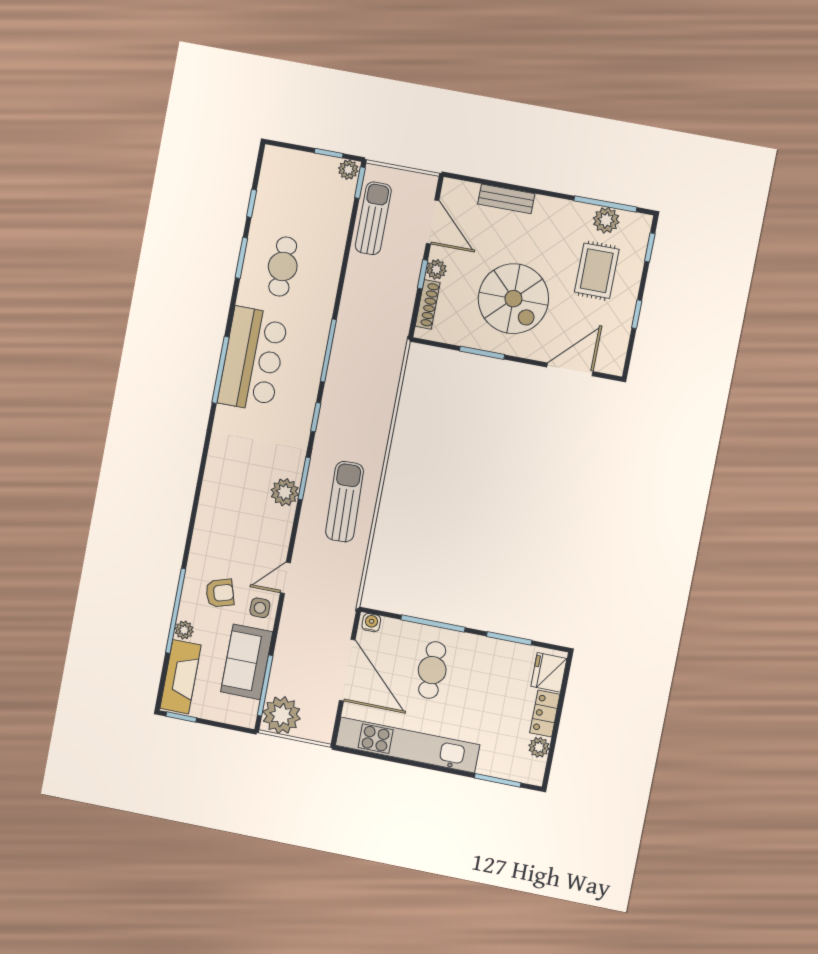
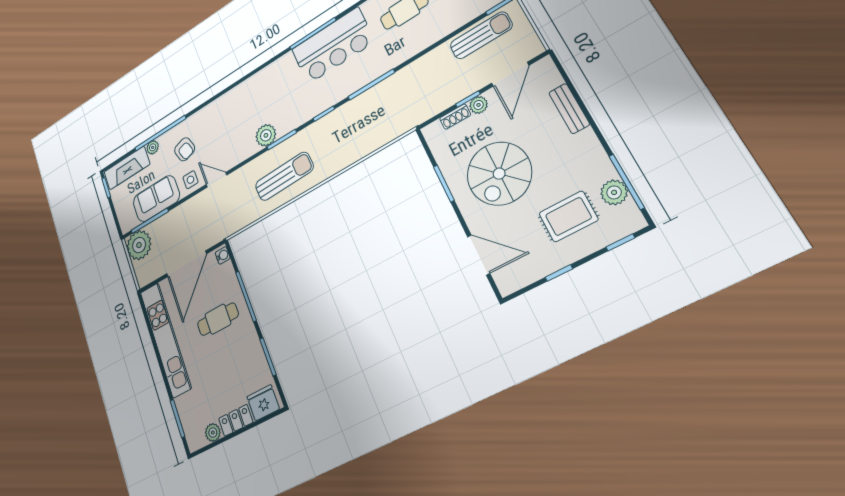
shoe rack: (428, 304) -> (455, 117), width x0.70

